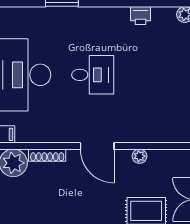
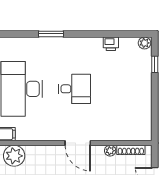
shoe rack: (47, 155) -> (131, 150), moved

